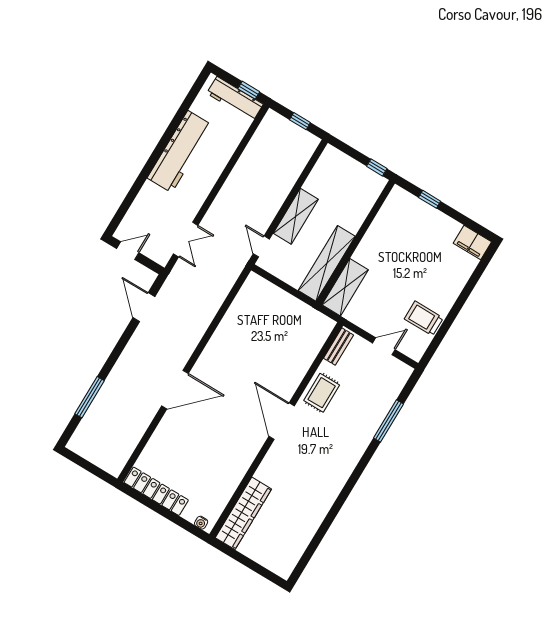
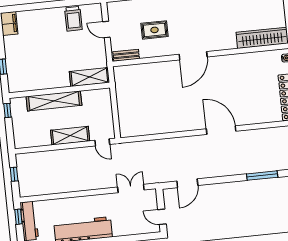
door: (261, 246) -> (102, 142), hinge flipped
shelving: (327, 263) -> (54, 101), moved
rug: (322, 393) -> (155, 30), moved

